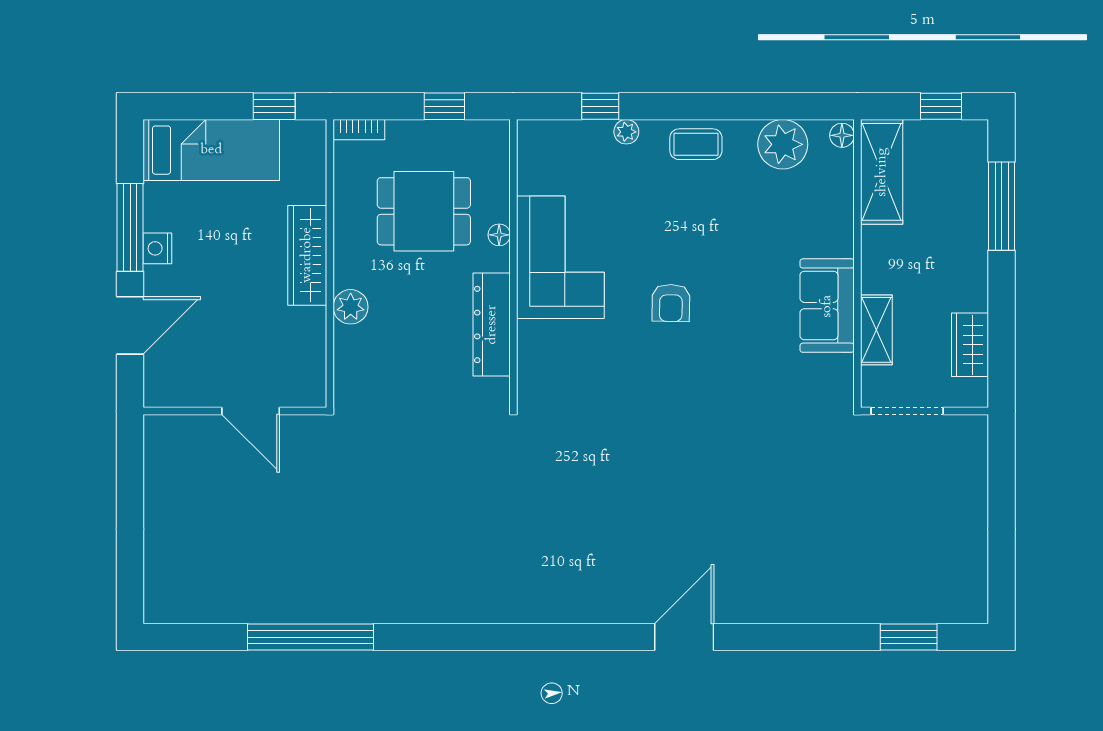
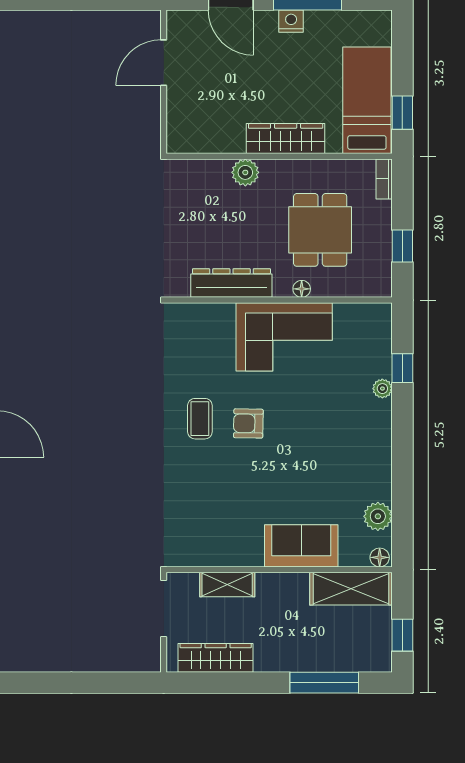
coffee table: (696, 144) -> (200, 419), moved
plant: (783, 144) -> (378, 516), width x0.73, depth x0.73
bed: (211, 150) -> (367, 100), moved, turned 180
sofa: (827, 306) -> (301, 546), moved
wardrobe: (970, 345) -> (216, 658), width x1.50
door: (251, 411) -> (164, 63), moved

